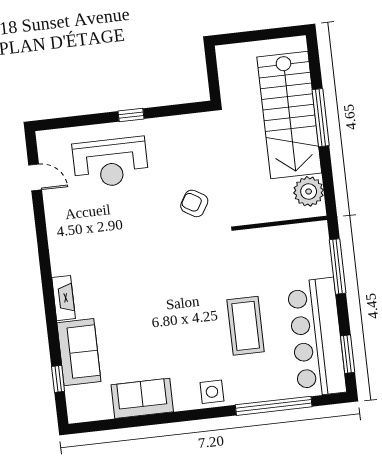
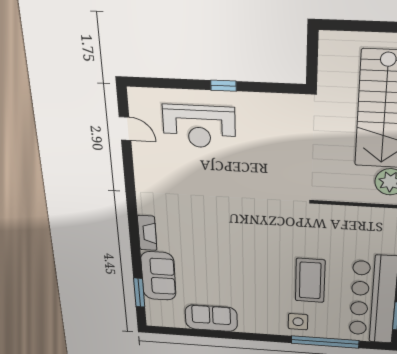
armchair: (194, 203) -> (277, 175), removed
window: (58, 379) -> (139, 293), width x1.50
side table: (212, 392) -> (298, 322), moved

